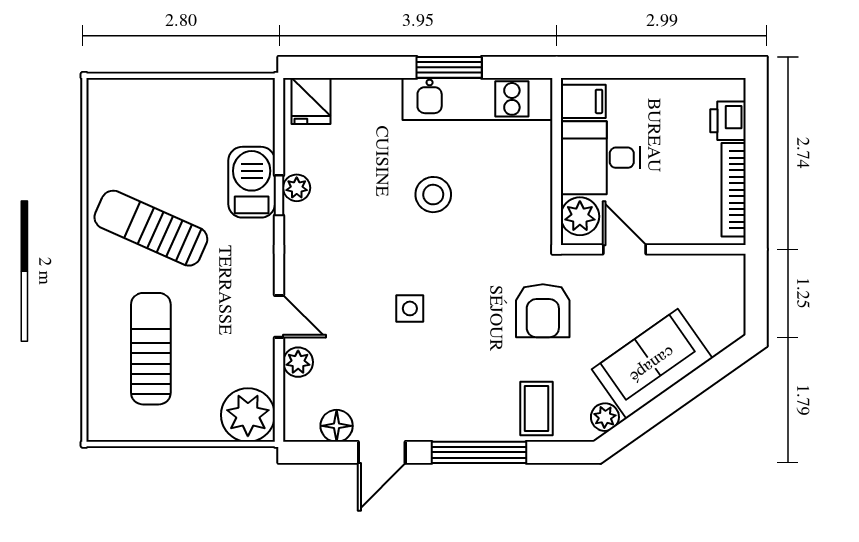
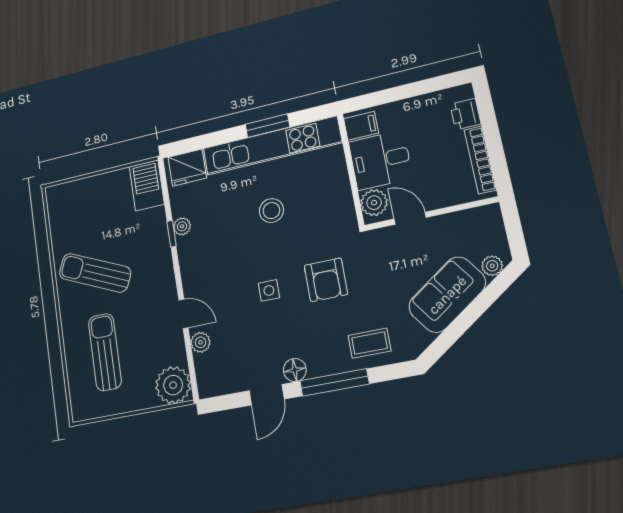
kitchen unit: (477, 99) -> (272, 146), width x1.36
fridge: (311, 101) -> (187, 168), width x1.38
barbecue: (252, 182) -> (147, 185), moved
armchair: (543, 311) -> (326, 280), moved
coffee table: (537, 408) -> (370, 343), turned 90
plant: (605, 417) -> (492, 266), moved
floor lamp: (337, 426) -> (295, 370), moved

